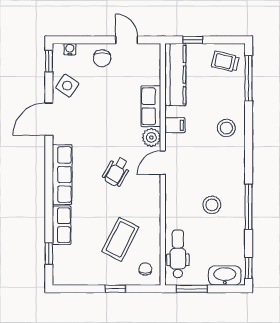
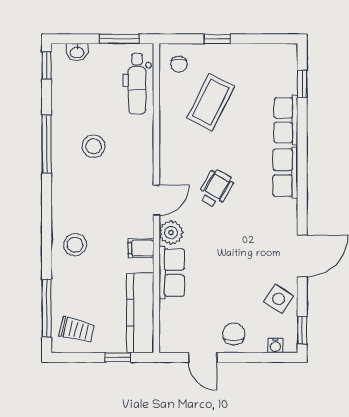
row of seats: (62, 175) -> (285, 173), width x0.68
washbasin: (225, 275) -> (77, 52), width x0.52, depth x0.69

